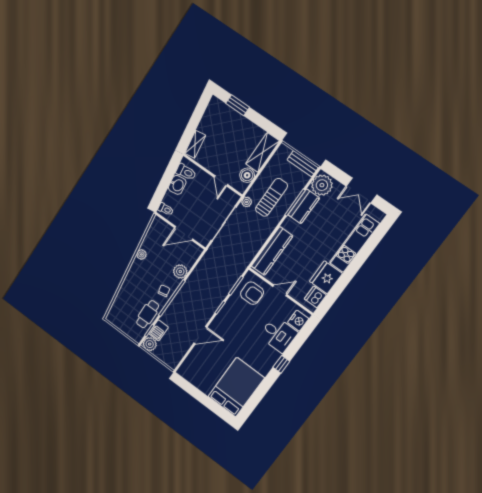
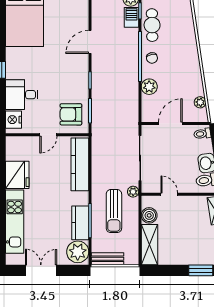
plant: (141, 254) -> (200, 102), moved
dishwasher: (315, 297) -> (14, 151), removed

